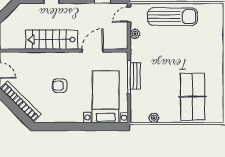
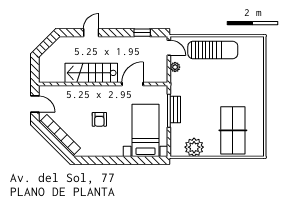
door: (129, 14) -> (169, 48), swing flipped
armchair: (60, 86) -> (99, 119), turned -90
plant: (154, 118) -> (194, 147), width x1.88, depth x1.88

